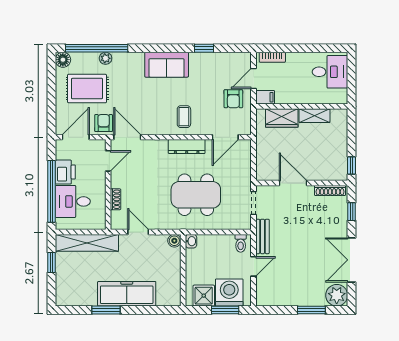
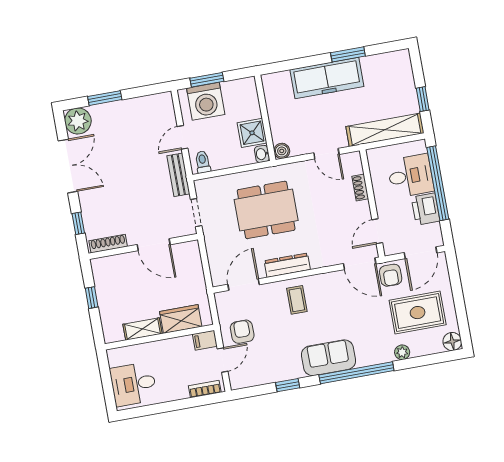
window: (97, 48) -> (356, 373), moved
window: (351, 165) -> (92, 298), moved
shower: (204, 296) -> (252, 133), moved

